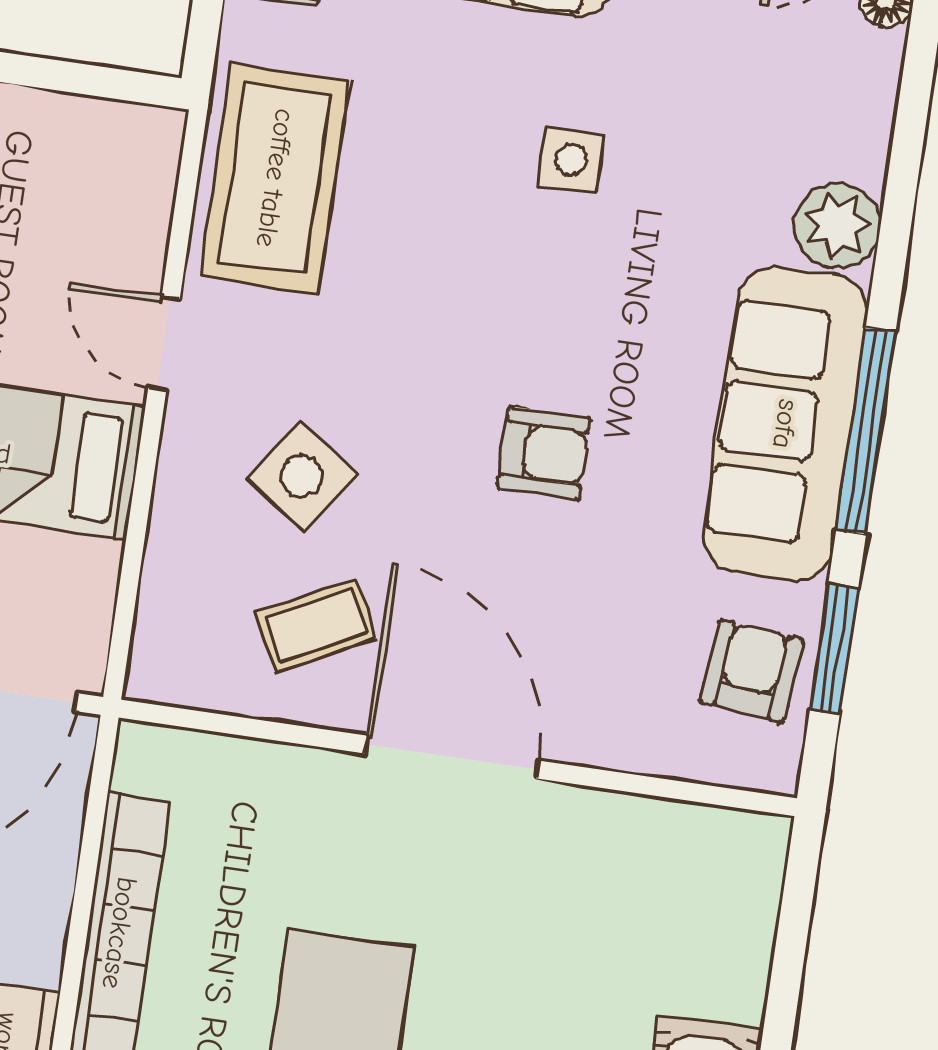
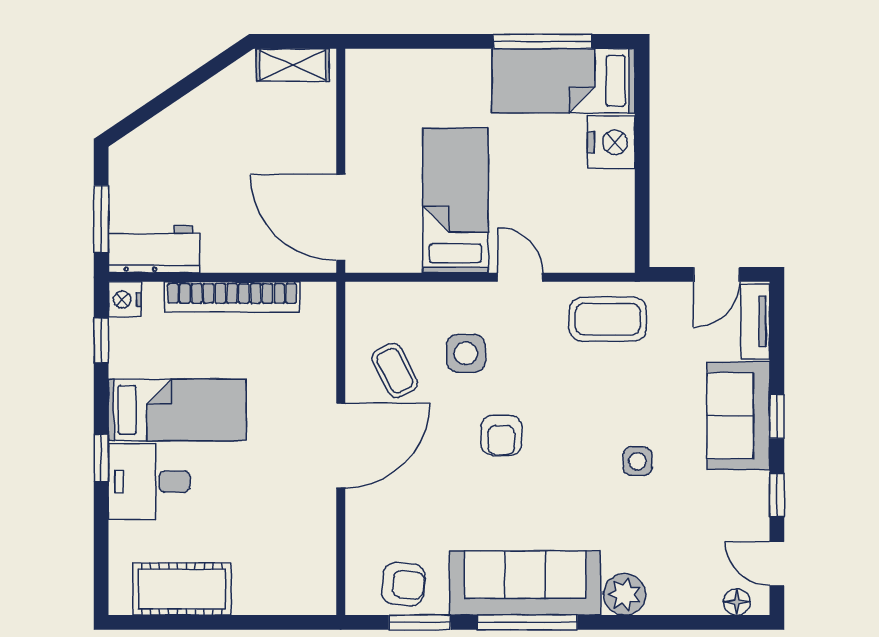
coffee table: (275, 178) -> (608, 319), width x0.73, depth x0.76
door: (164, 343) -> (520, 277), hinge flipped
armchair: (544, 453) -> (501, 435), moved
side table: (302, 476) -> (466, 353), turned -35

